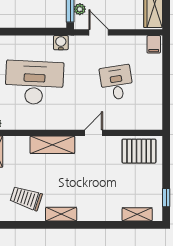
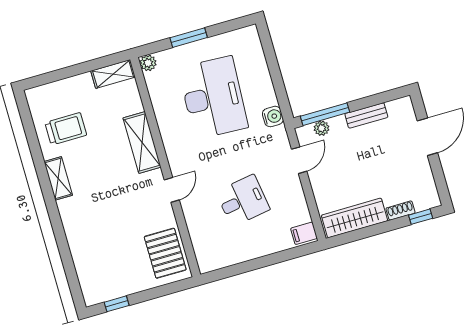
door: (94, 133) -> (172, 190), hinge flipped
trolley: (26, 198) -> (66, 129), turned 72
shelving: (137, 214) -> (85, 274), removed

